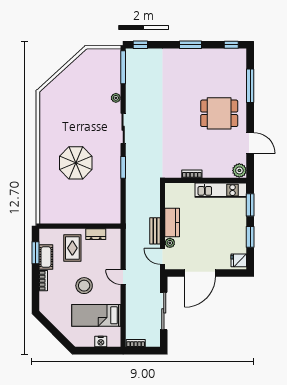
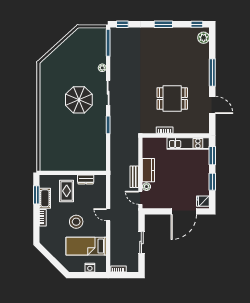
window: (250, 86) -> (212, 72), moved
dining table: (219, 113) -> (172, 98), moved
parasol: (76, 163) -> (79, 100), moved
plant: (239, 170) -> (204, 38), moved
door: (200, 273) -> (184, 211), moved
sliding door: (164, 311) -> (141, 243), width x0.73

